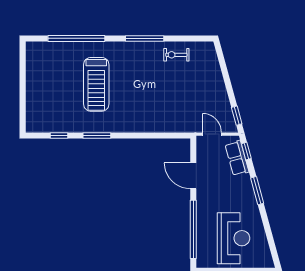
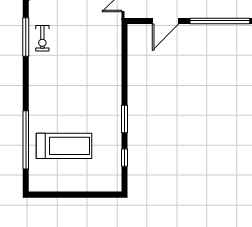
window: (145, 38) -> (26, 37), moved
treadmill: (96, 84) -> (64, 146), moved

